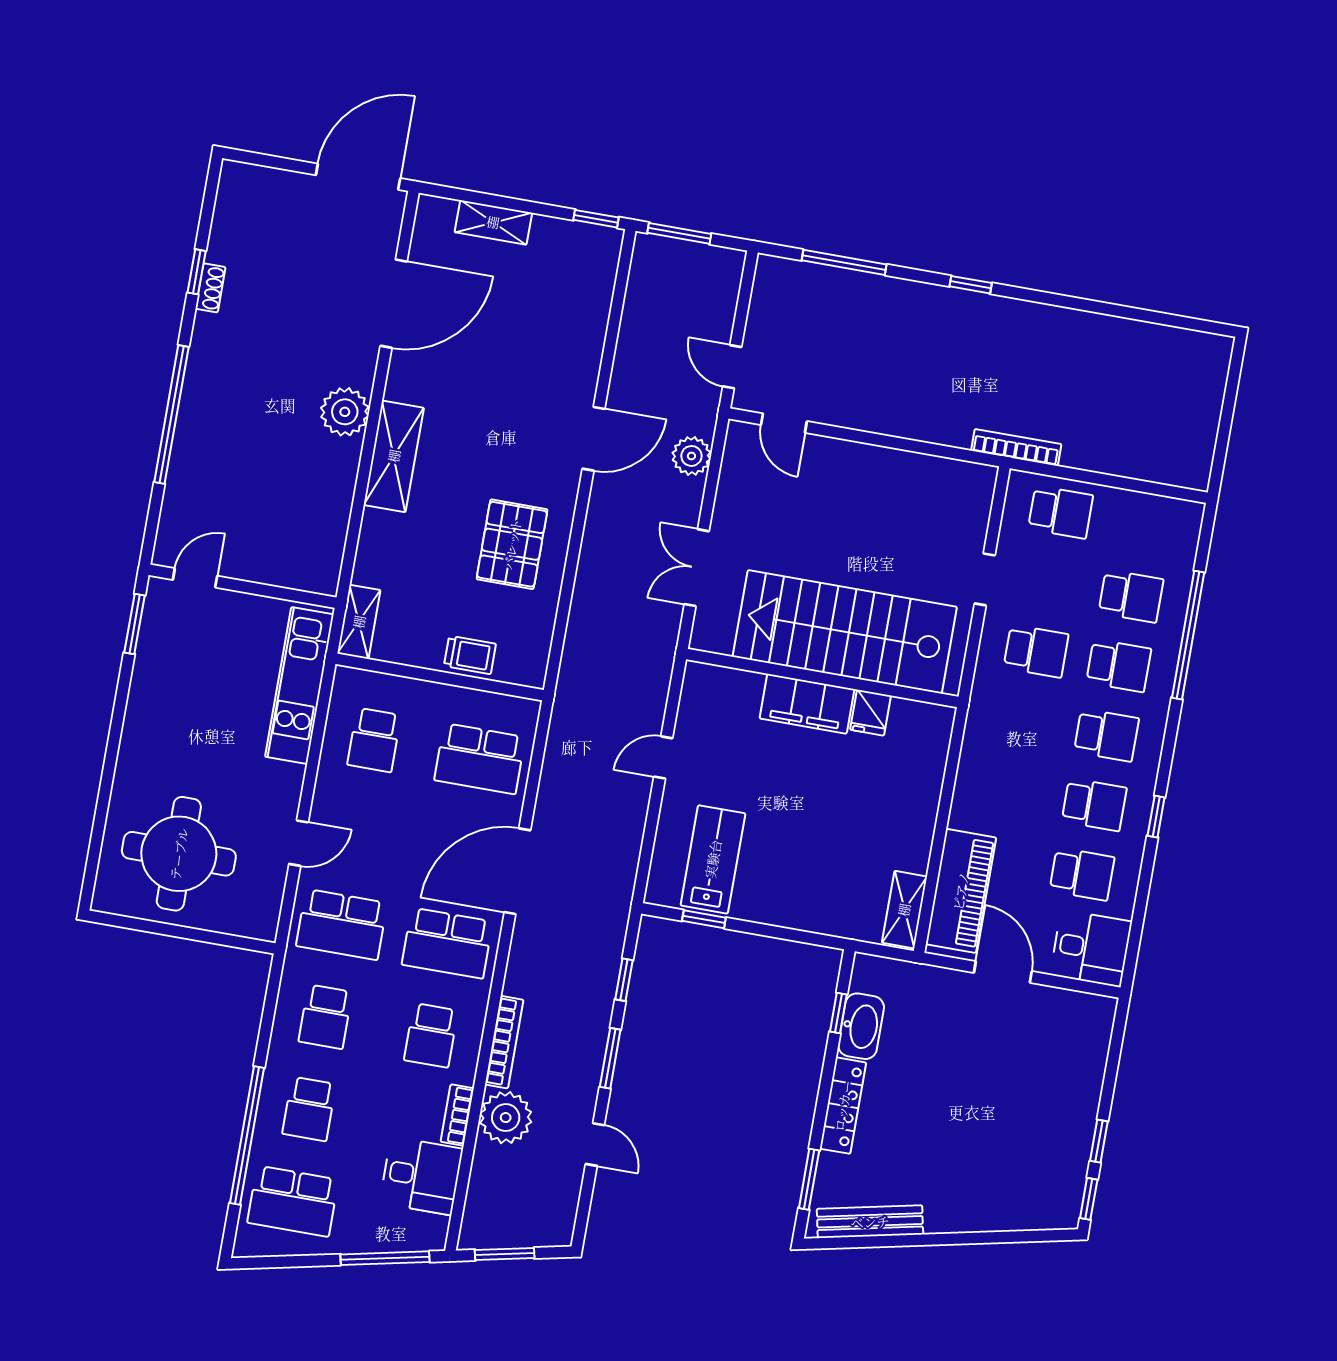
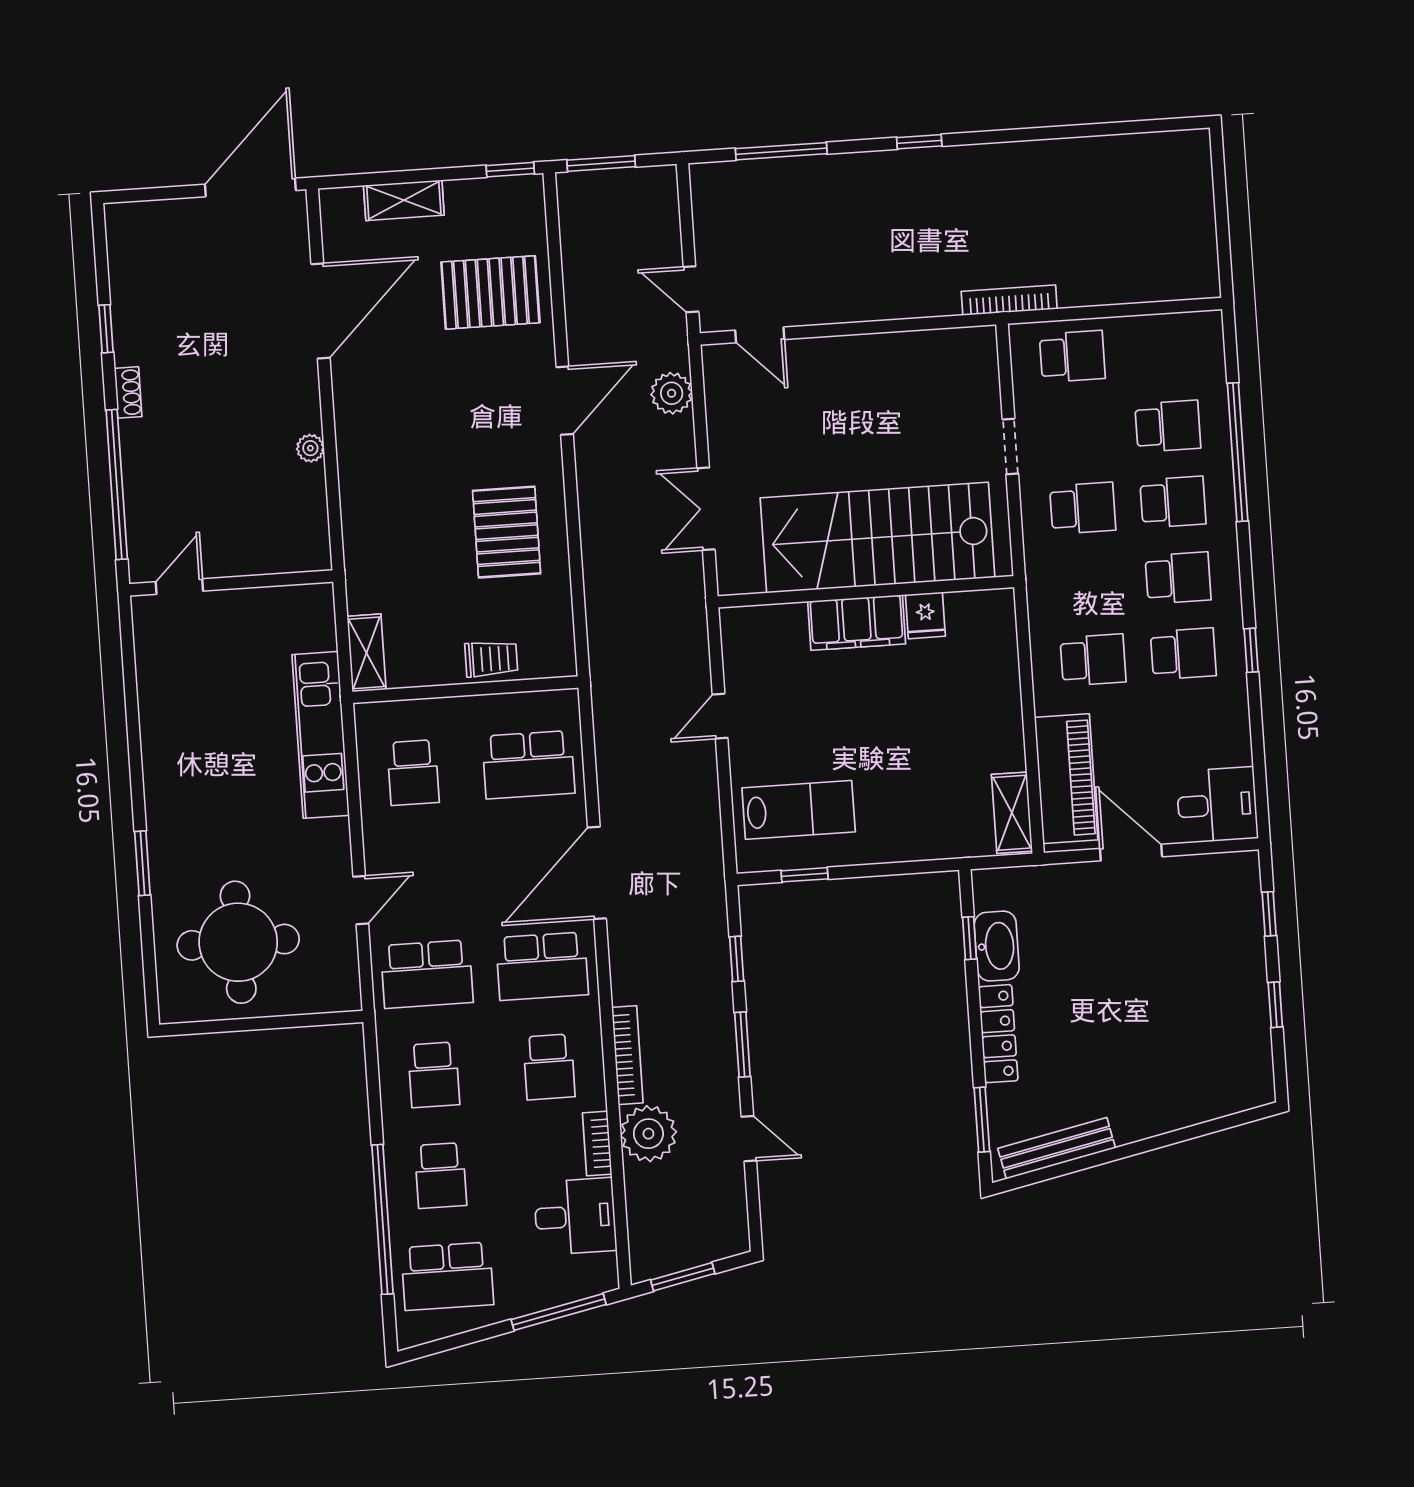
shoe rack: (210, 288) -> (128, 392), moved
pallet: (551, 325) -> (490, 292), added
plant: (345, 412) -> (310, 448), width x0.53, depth x0.53
shelving: (394, 456) -> (360, 471), removed
door: (195, 578) -> (179, 586), moved
wall: (243, 586) -> (231, 583), moved
window: (134, 624) -> (142, 863), moved
lab bench: (713, 859) -> (799, 810), turned 90
school desk: (1082, 874) -> (1093, 660), moved
window: (1089, 1199) -> (1269, 914), moved

